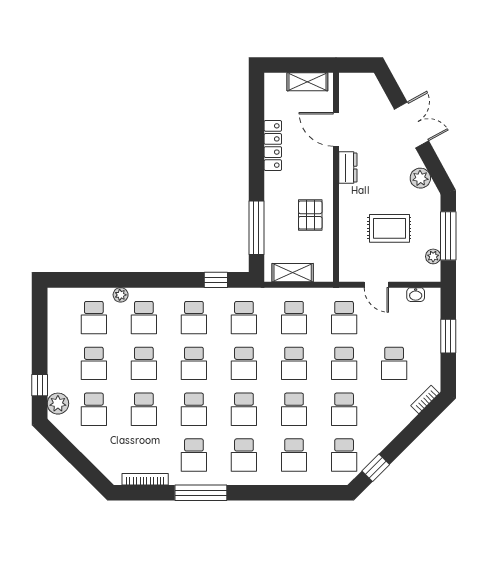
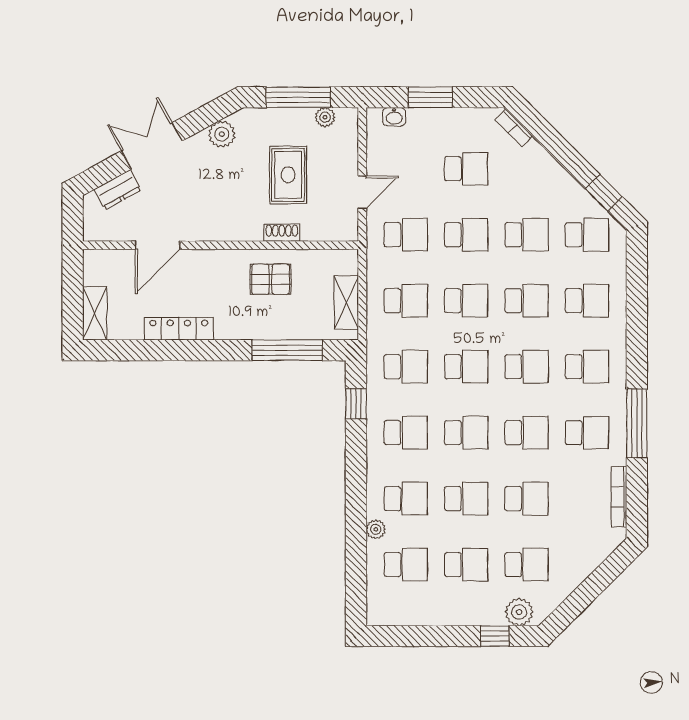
shelving: (307, 82) -> (95, 313), moved
dresser: (348, 168) -> (117, 190), moved, turned 151
shoe rack: (345, 224) -> (282, 233), added
washbasin: (416, 295) -> (394, 117), moved, turned 90

